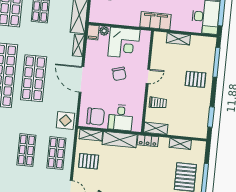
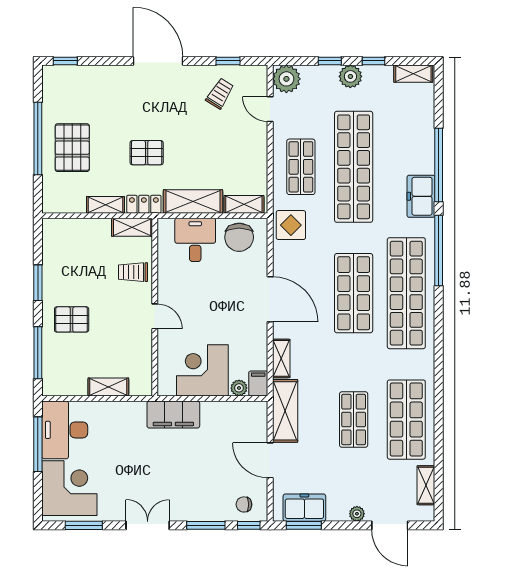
filing cabinet: (155, 21) -> (173, 415), moved
chair: (119, 74) -> (205, 316), removed
door: (148, 76) -> (155, 316), swing flipped
chair: (96, 117) -> (239, 237), turned -90
window: (211, 117) -> (38, 283), moved
shelving: (180, 144) -> (106, 205), moved
shop shelf: (26, 150) -> (354, 167), width x2.00, depth x1.36
pallet: (89, 161) -> (147, 153), moved

